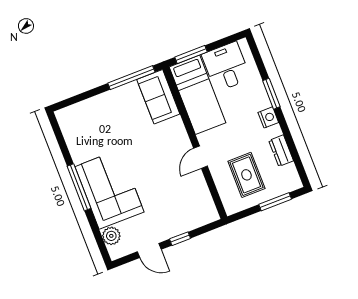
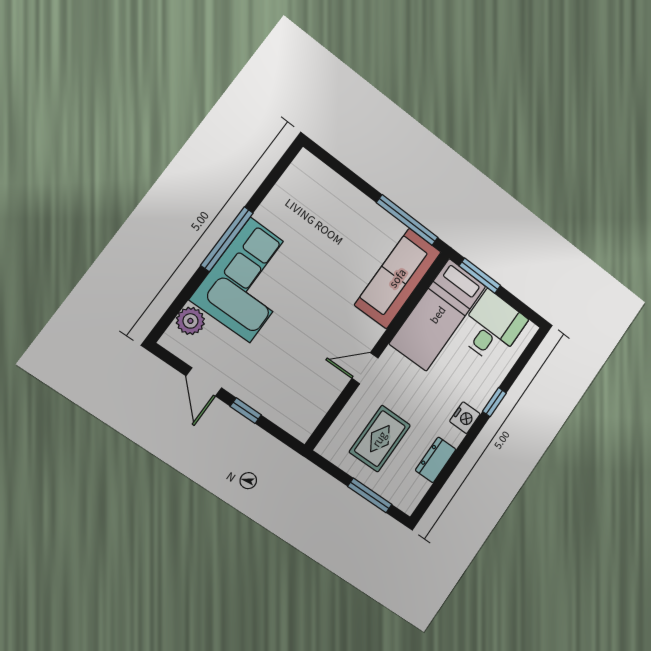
window: (271, 94) -> (494, 402), width x0.67
sofa: (158, 97) -> (398, 278), width x1.36

